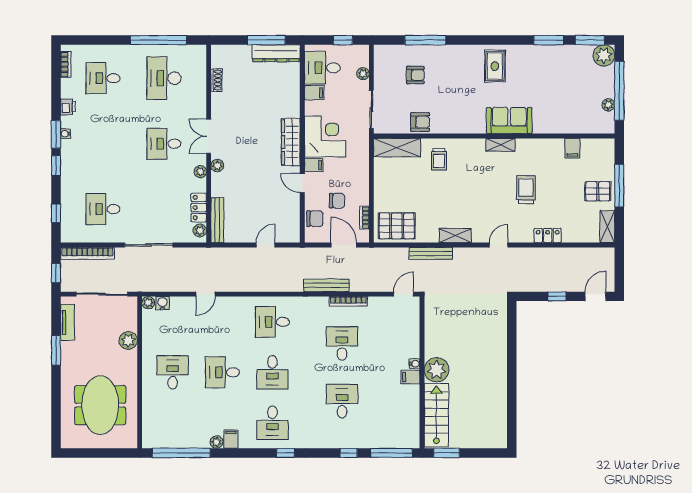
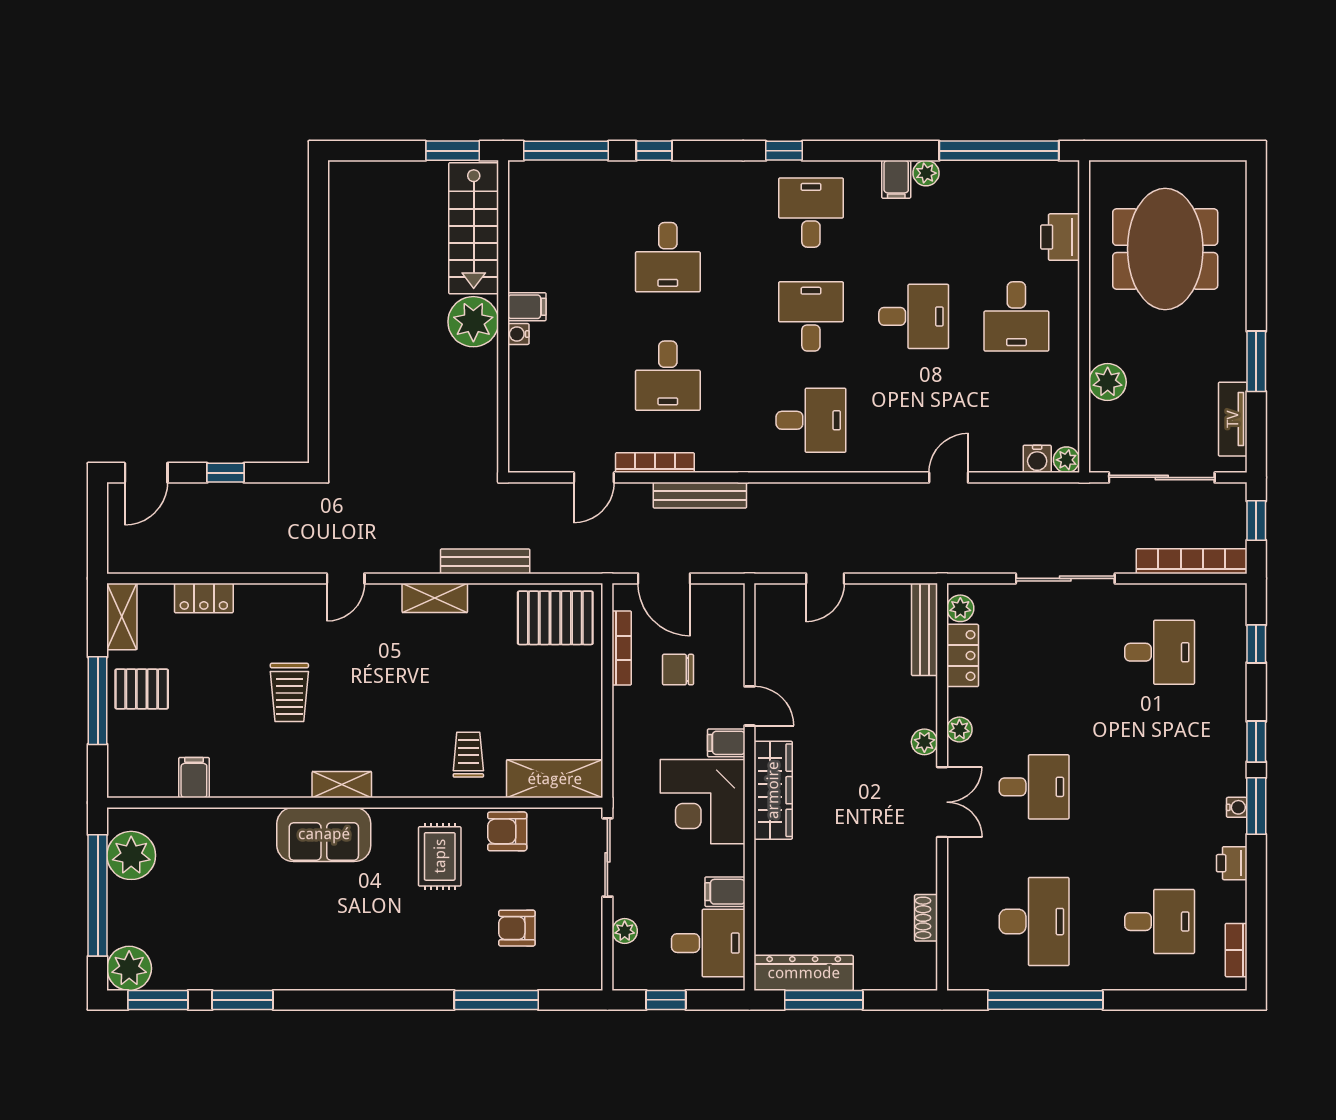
rug: (495, 66) -> (440, 856), moved
plant: (608, 105) -> (131, 855), width x1.88, depth x1.88
bookcase: (364, 218) -> (622, 648), width x1.56
chair: (315, 219) -> (724, 633), removed
locker: (548, 235) -> (204, 598), moved
door: (404, 294) -> (594, 477), moved
printer: (151, 411) -> (1060, 237), added

